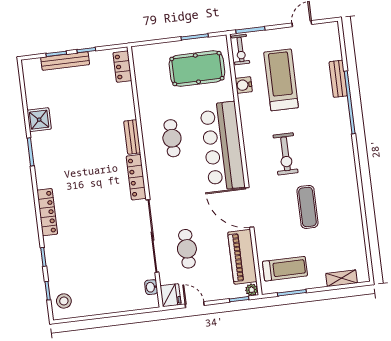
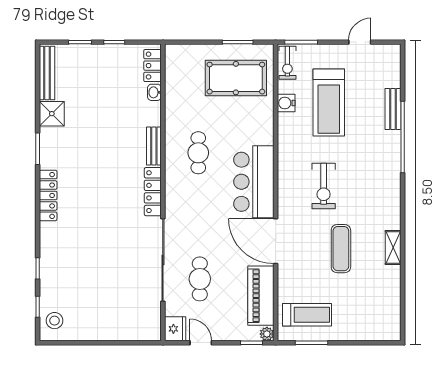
bench: (65, 61) -> (47, 73), moved, turned 90
treadmill: (281, 80) -> (329, 102), turned 180
bar counter: (222, 146) -> (254, 182), width x0.73
locker: (47, 212) -> (48, 195), moved
shelving: (342, 278) -> (393, 248), moved, turned 90
washbasin: (151, 287) -> (154, 92), moved

